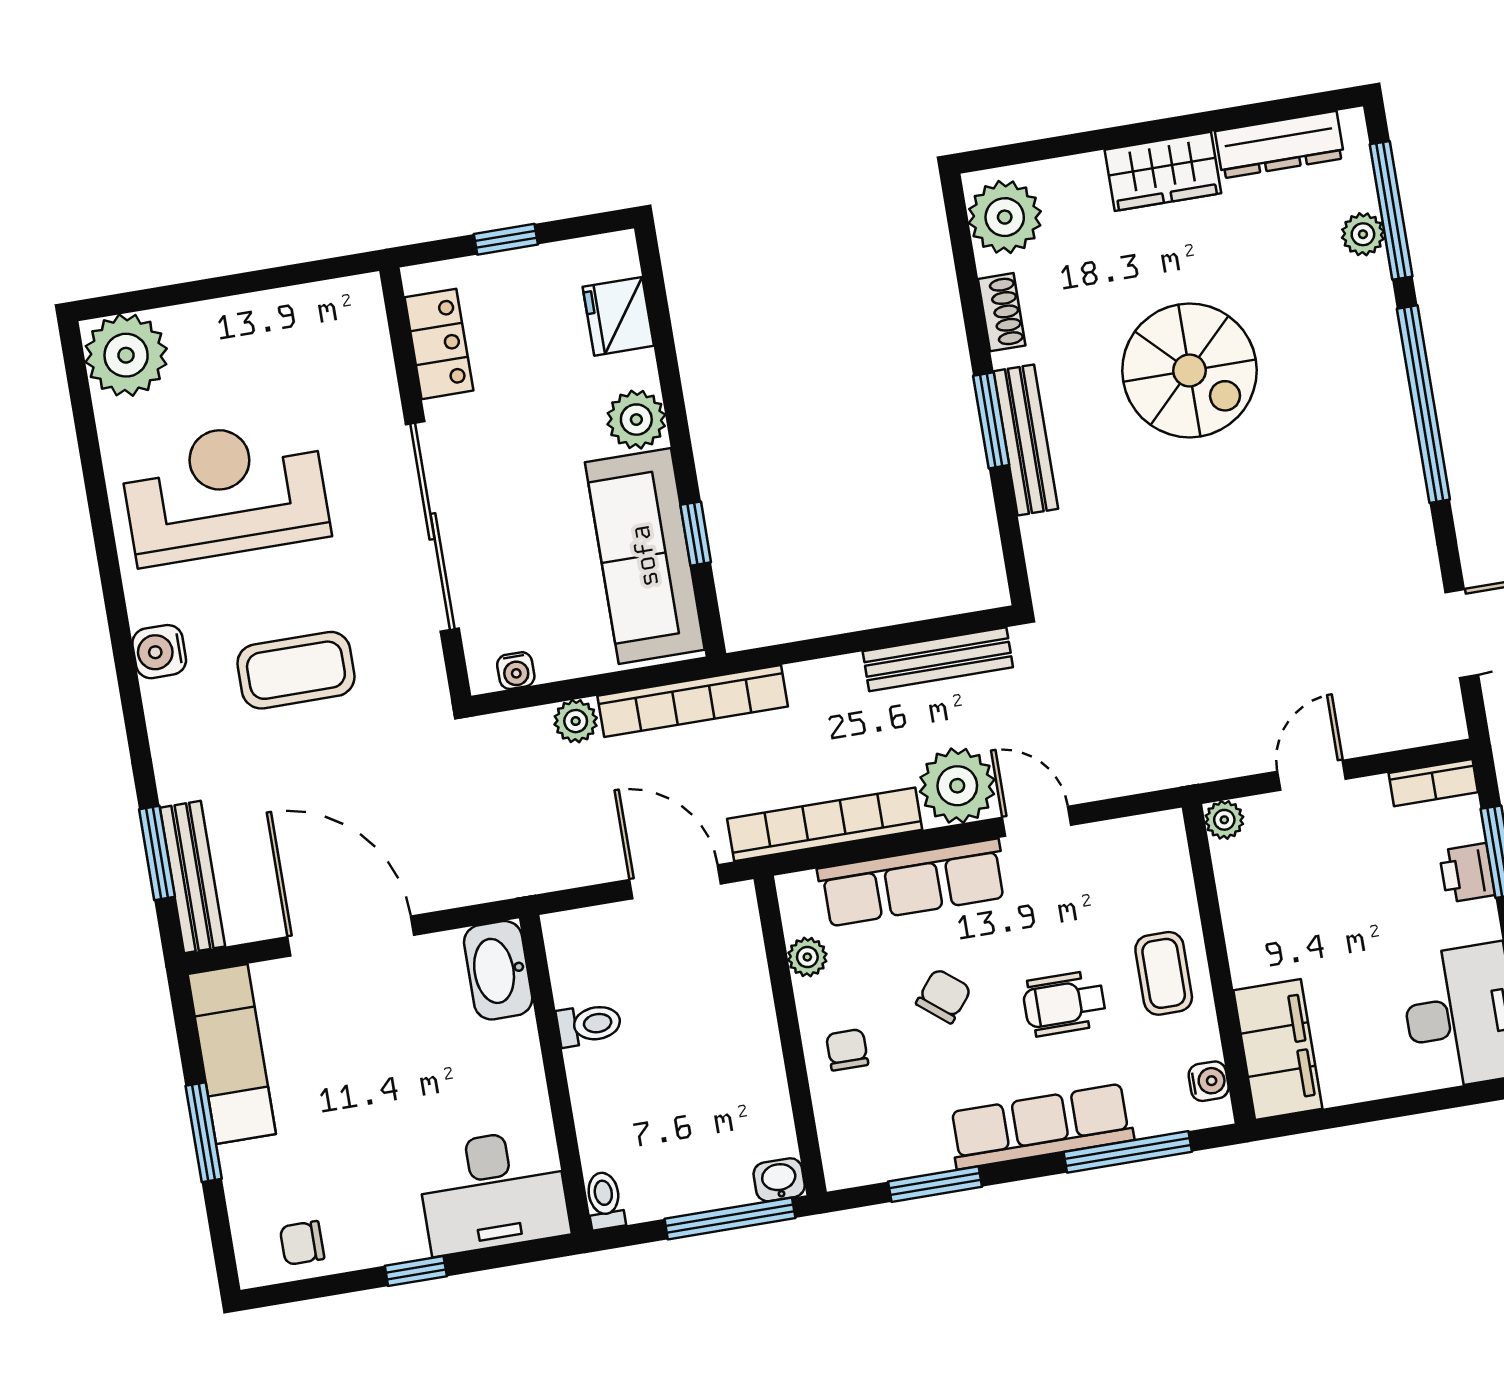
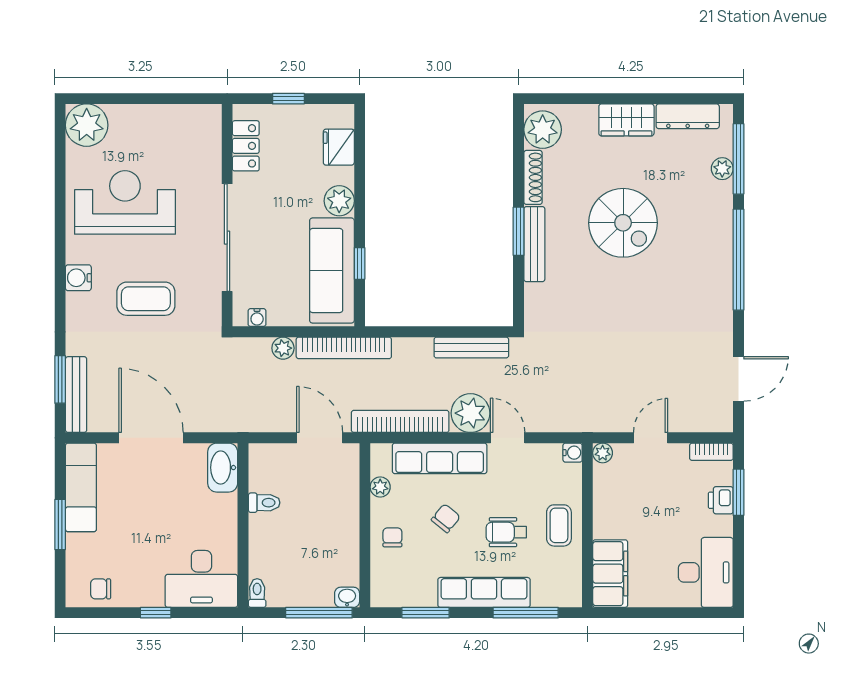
shoe rack: (1002, 312) -> (533, 177), width x1.43
water cooler: (1209, 1081) -> (573, 453), moved

